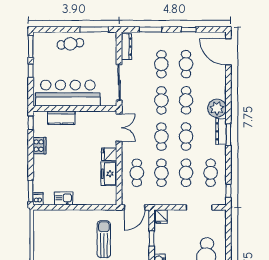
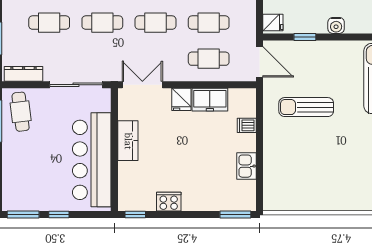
cafe table: (70, 44) -> (21, 112), moved
kitchen counter: (61, 118) -> (128, 141), moved
dishwasher: (38, 199) -> (247, 125), moved

